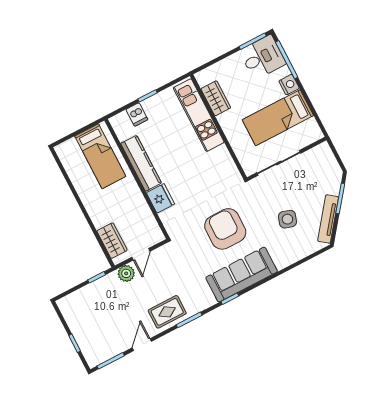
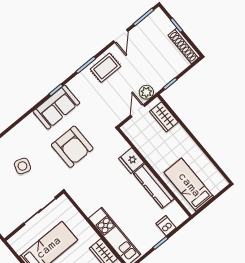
sofa: (242, 275) -> (56, 107), width x0.73
shoe rack: (71, 318) -> (184, 46), added

